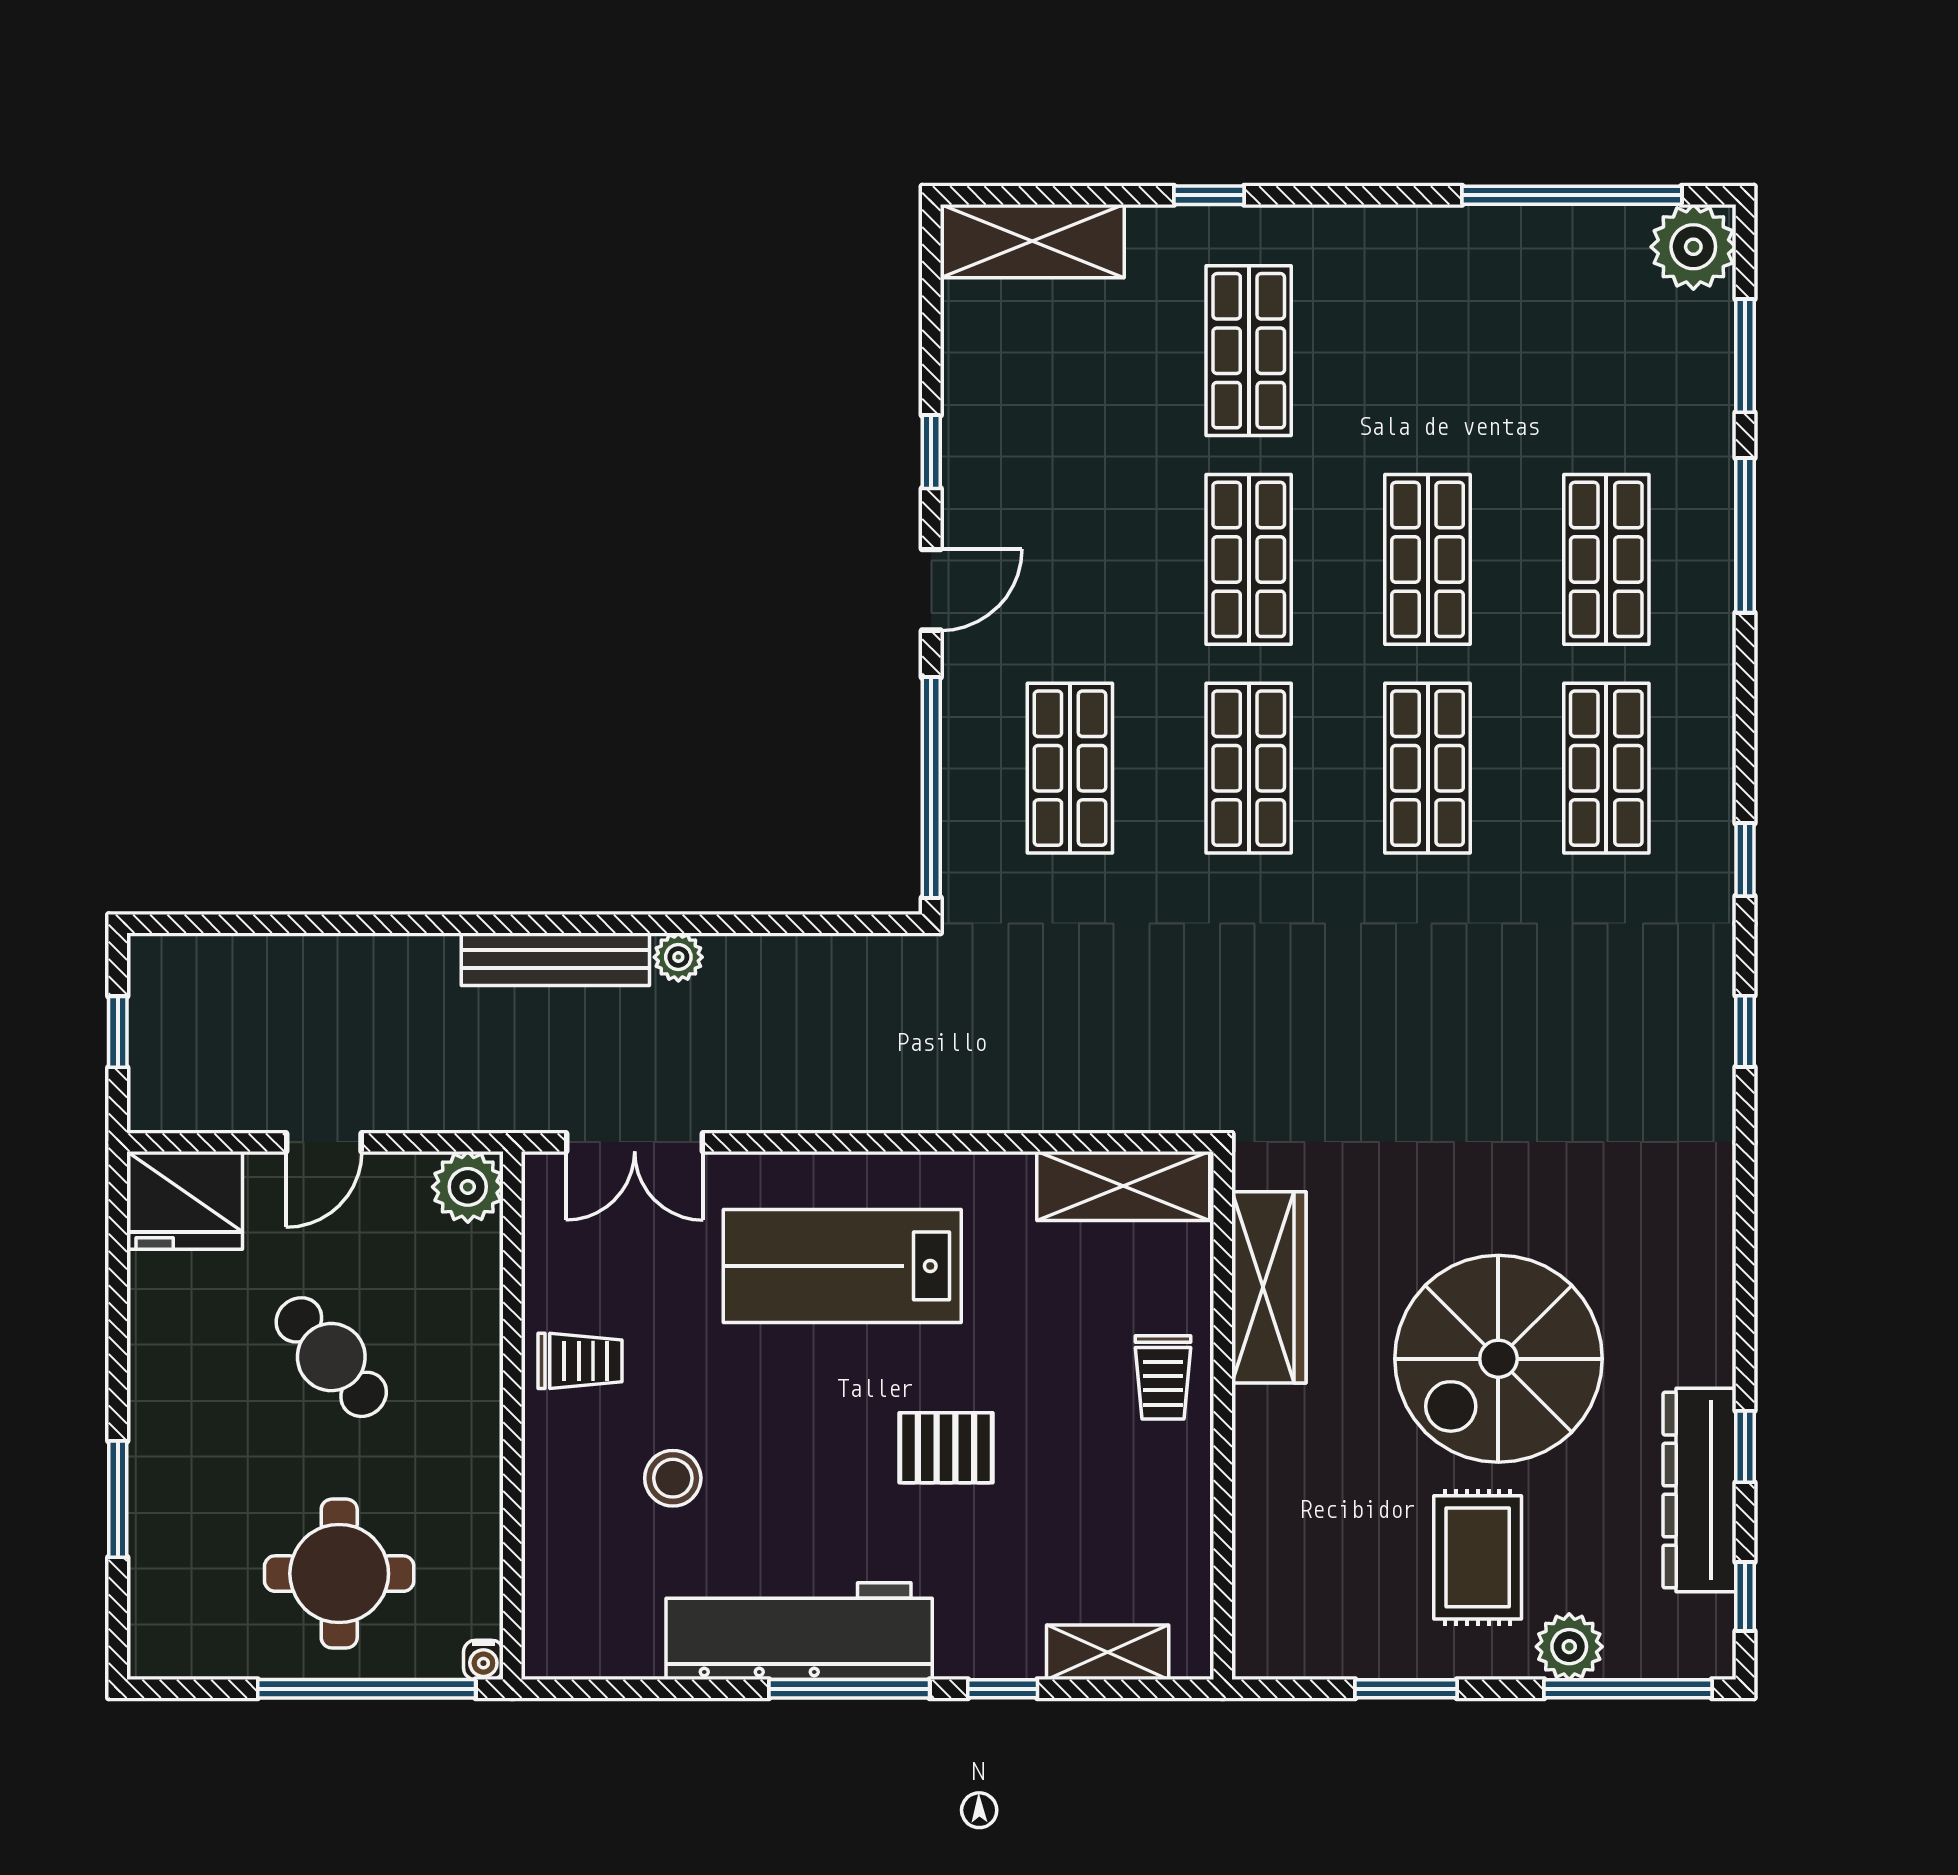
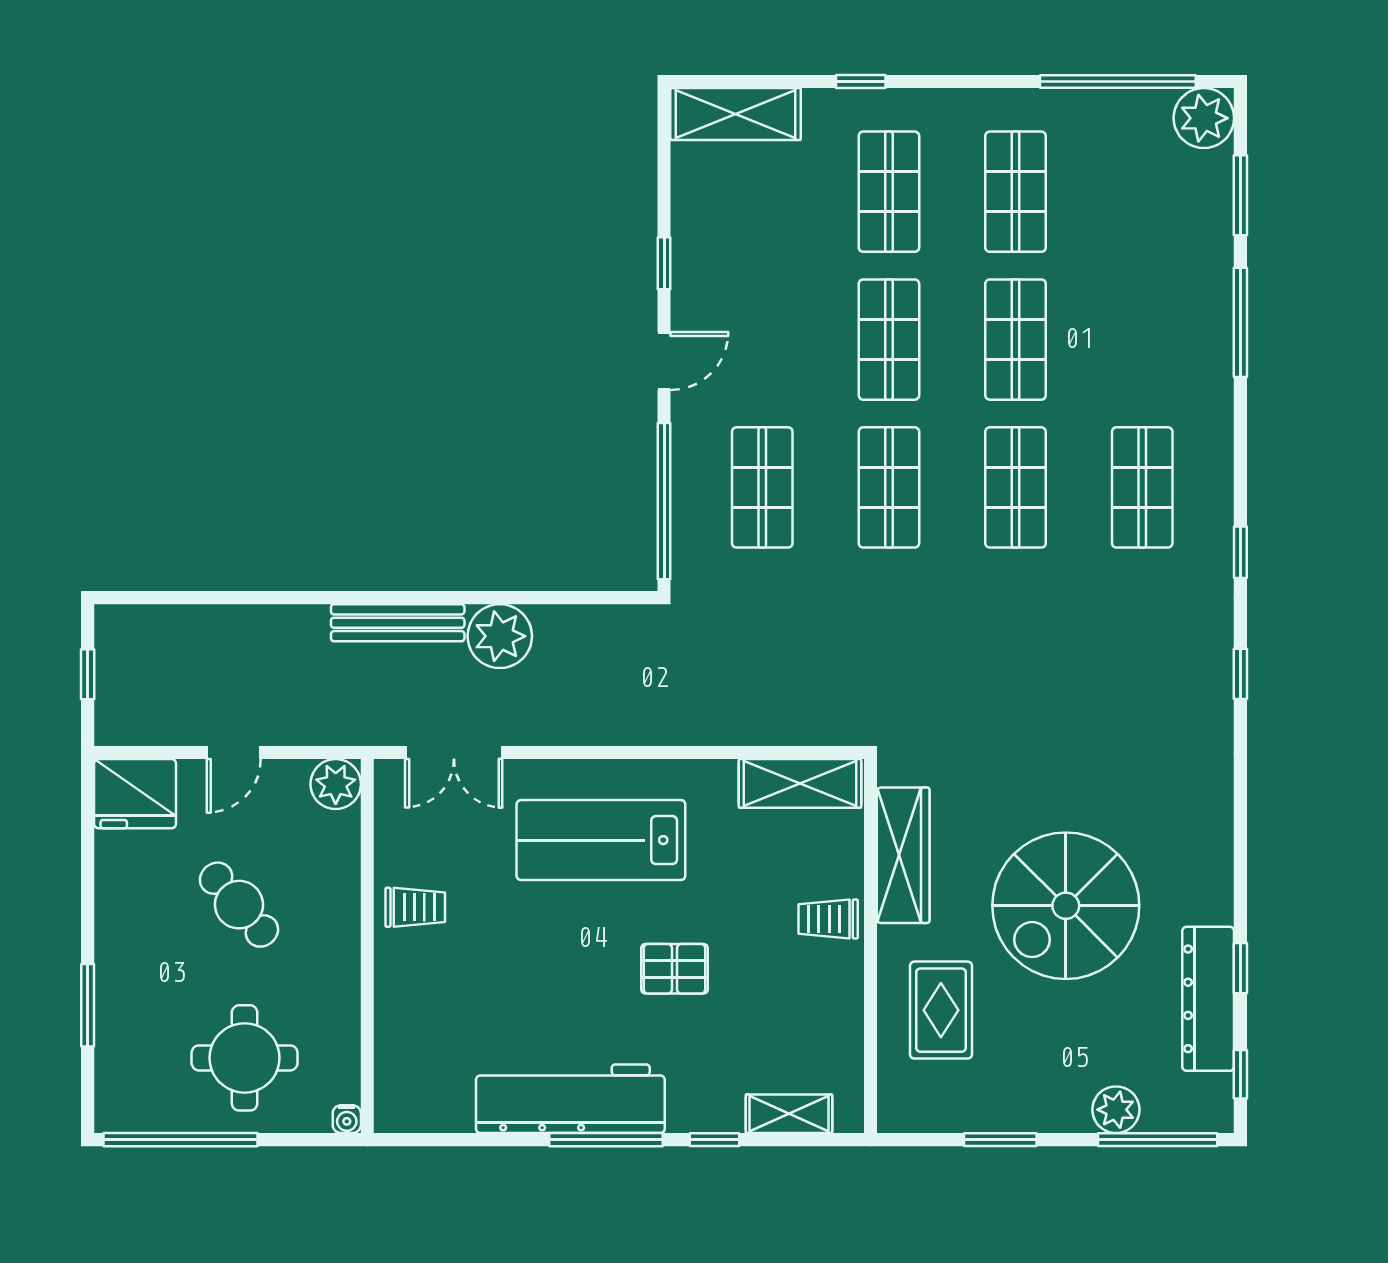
shop shelf: (1606, 559) -> (1016, 192), moved
plant: (678, 957) -> (500, 636), width x1.88, depth x1.88
trolley: (1163, 1377) -> (828, 919), turned 90
stool: (673, 1478) -> (481, 990), removed
rug: (1478, 1557) -> (941, 1010), moved
window: (367, 1689) -> (180, 1140), moved

